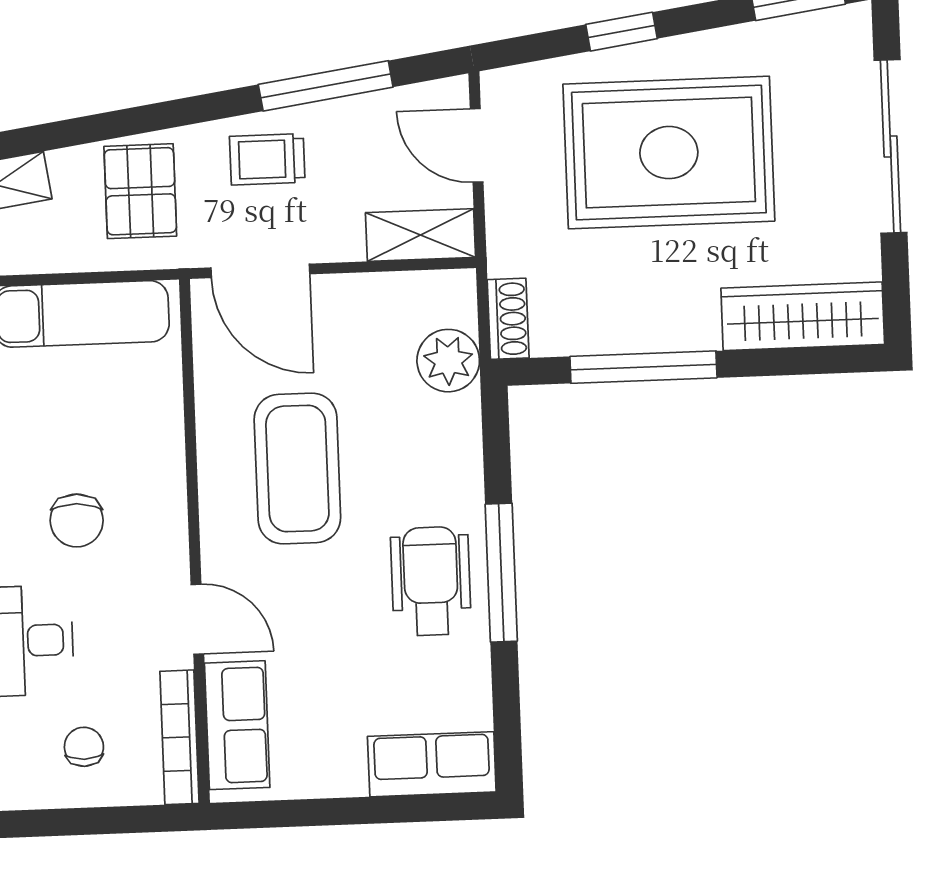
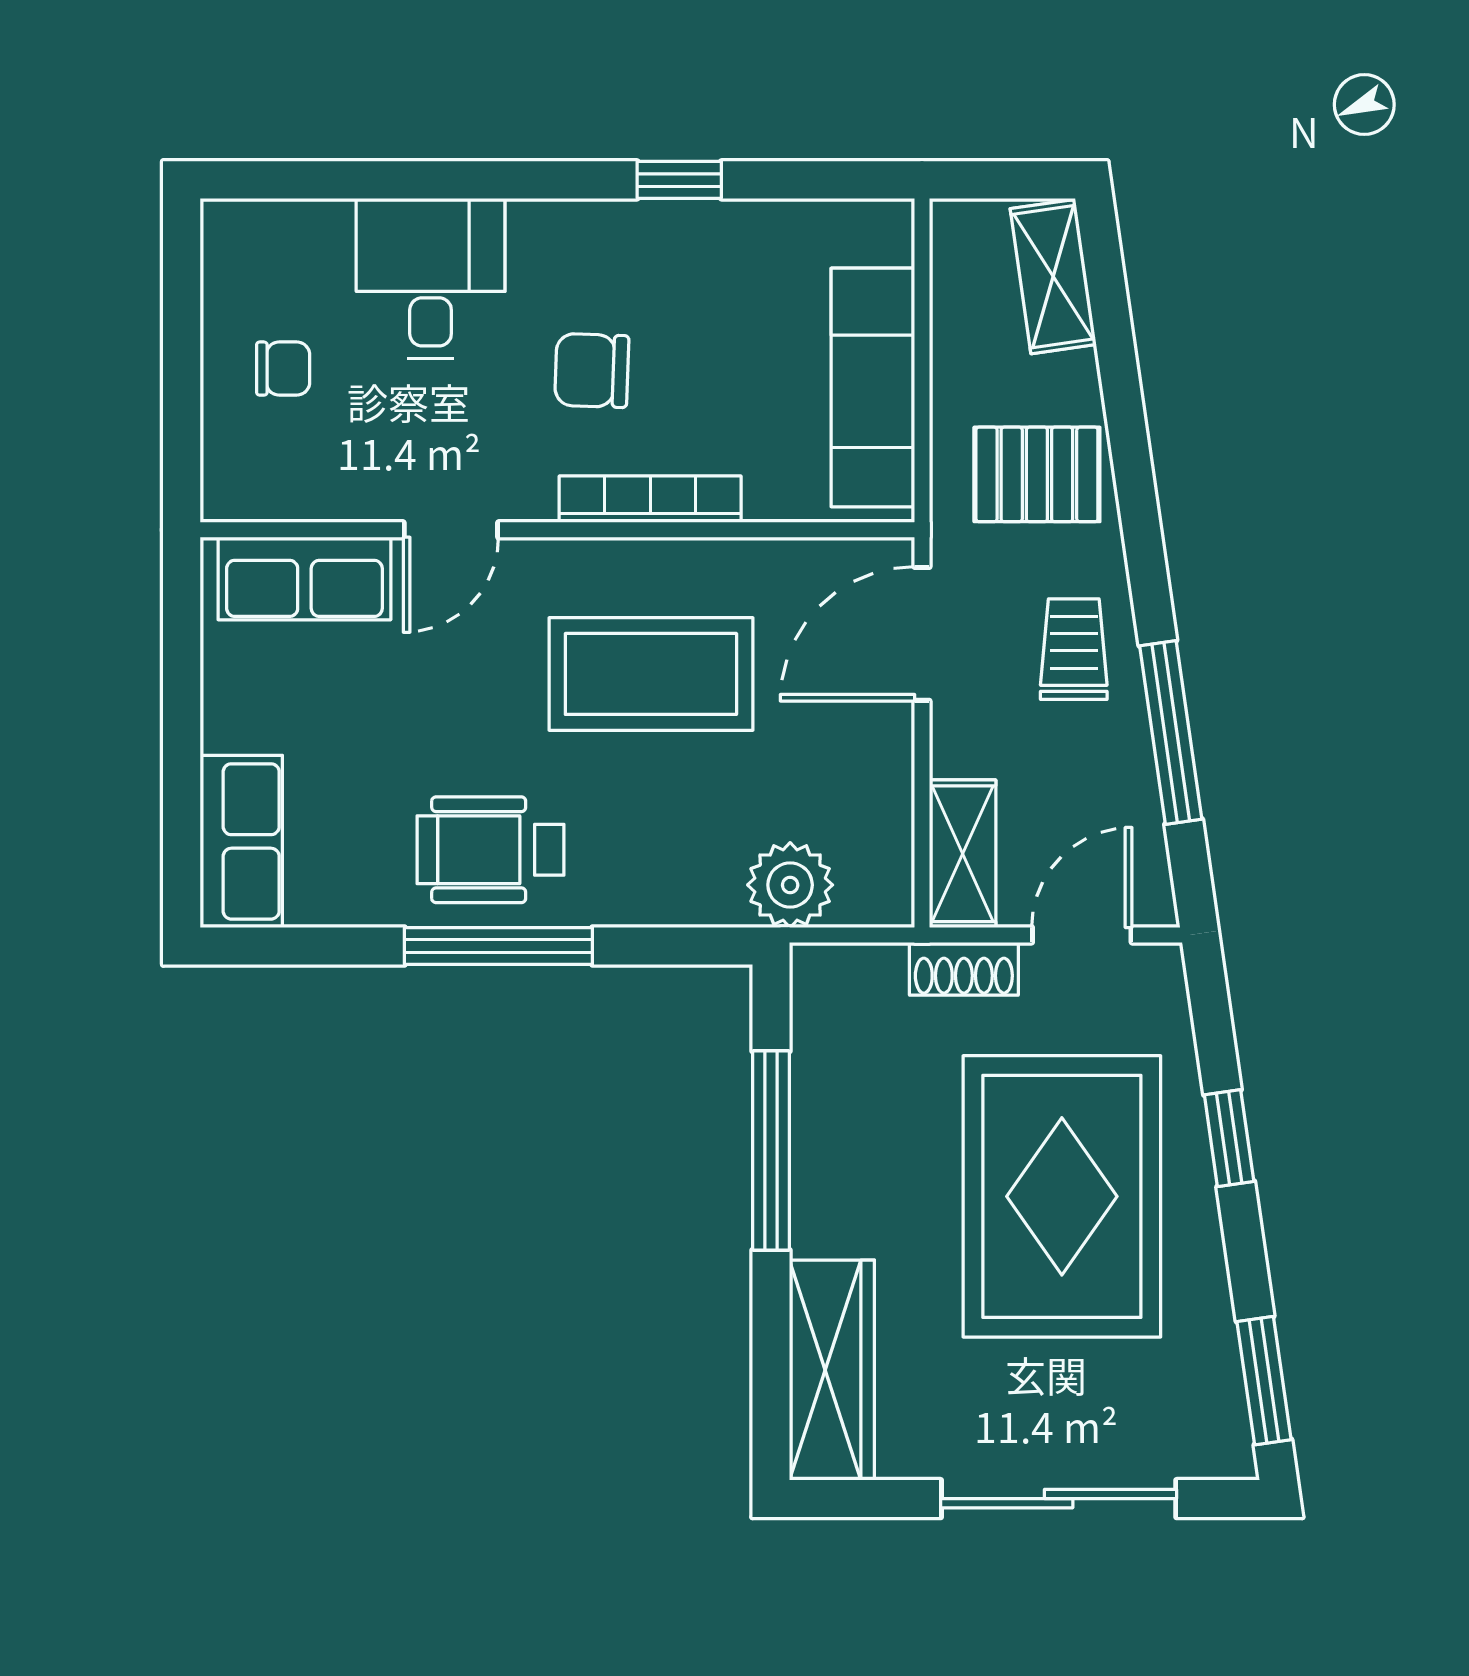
shoe rack: (508, 319) -> (964, 969), moved
wheelchair: (431, 581) -> (490, 850), turned 180
bookcase: (179, 737) -> (650, 499), moved

